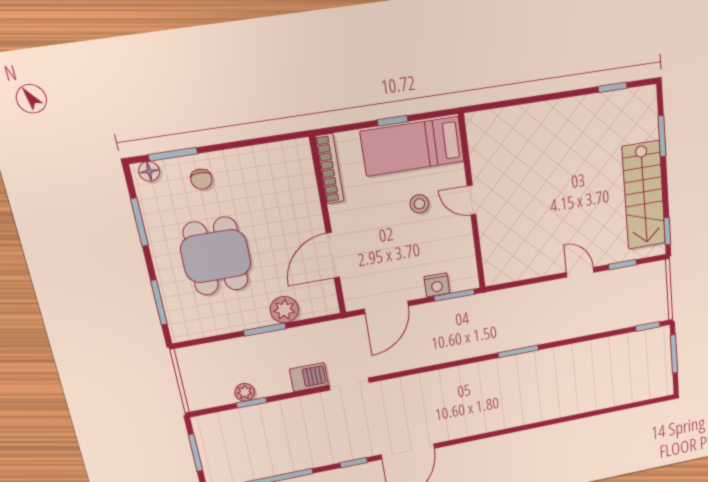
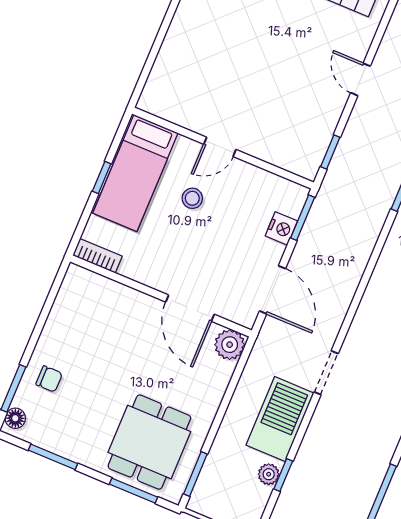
bookcase: (330, 169) -> (97, 256), width x0.64
dining table: (216, 256) -> (149, 442), moved, turned 90
window: (623, 265) -> (330, 152), moved
door: (580, 272) -> (360, 79), hinge flipped
plant: (284, 310) -> (230, 345), moved
window: (265, 330) -> (195, 474), moved
barbecue: (309, 377) -> (280, 419), width x1.88, depth x1.53

